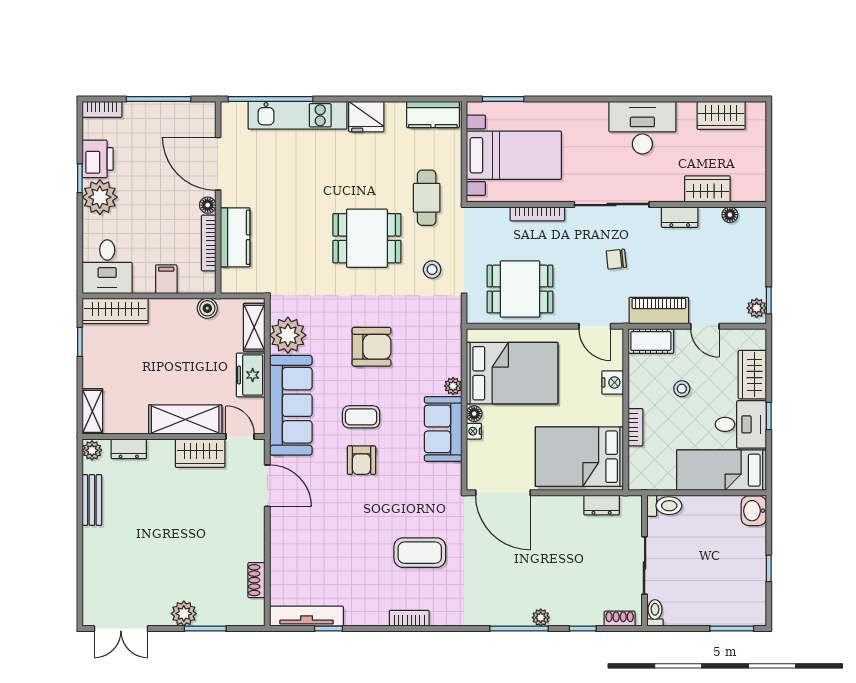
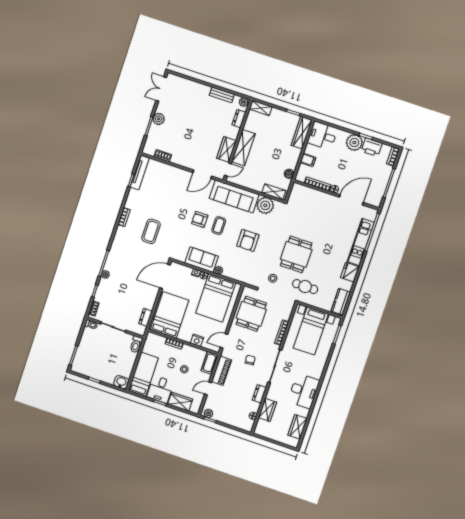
kitchen counter: (235, 237) -> (316, 197), removed
freezer: (251, 375) -> (253, 183), removed

